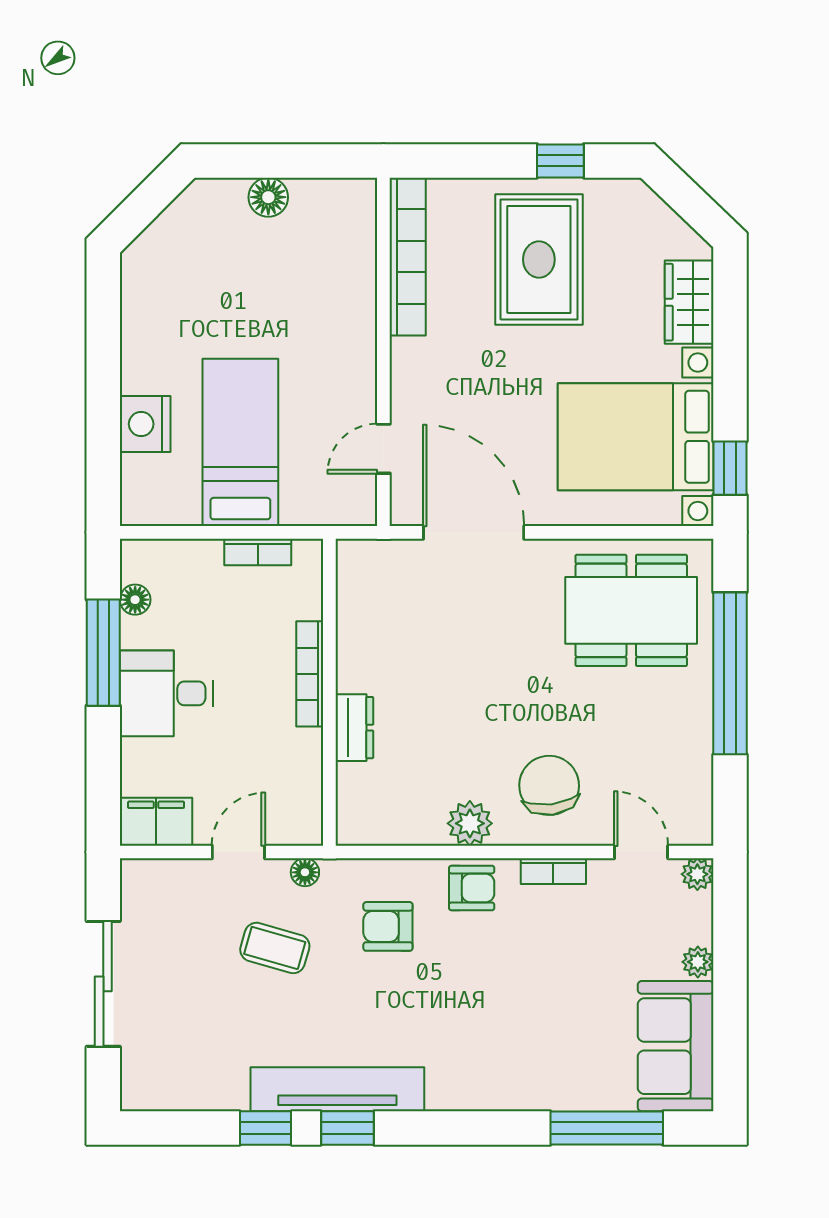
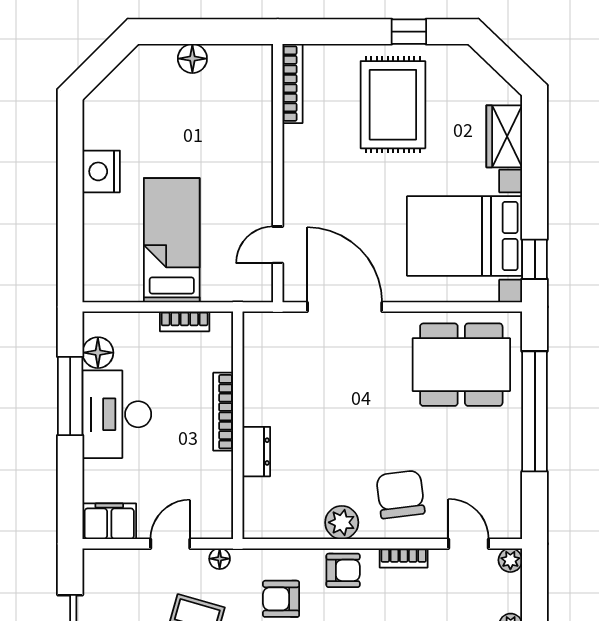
bookcase: (408, 257) -> (292, 84), width x0.68, depth x0.76
nightstand: (145, 424) -> (101, 171), moved
floor lamp: (135, 600) -> (98, 353), width x1.37, depth x1.37
desk: (166, 693) -> (117, 414), width x1.37

